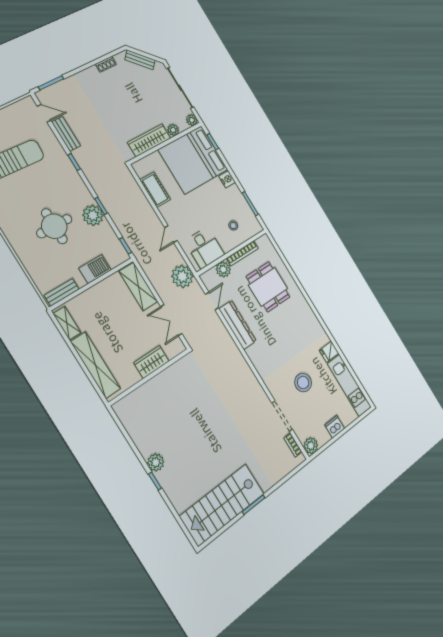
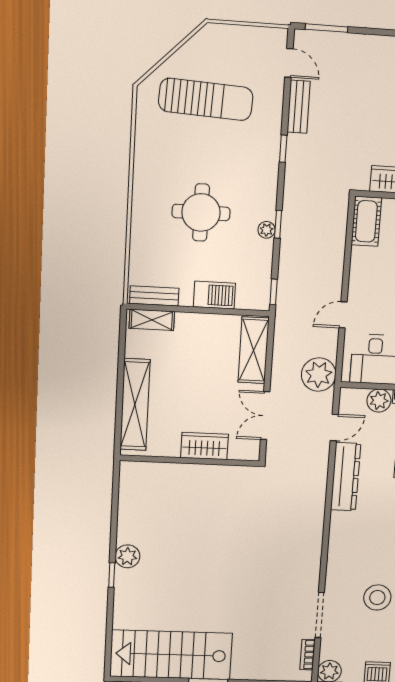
cot: (155, 190) -> (366, 221), moved
plant: (93, 215) -> (267, 230), width x0.53, depth x0.53
shelving: (67, 323) -> (152, 320), moved, turned 90

